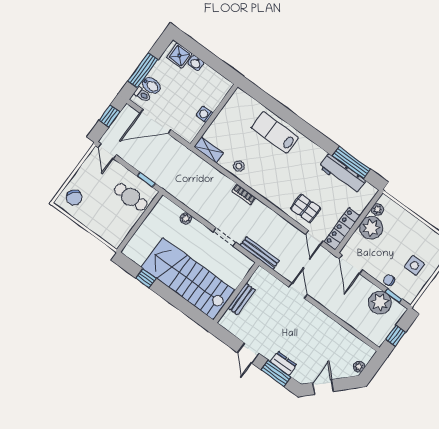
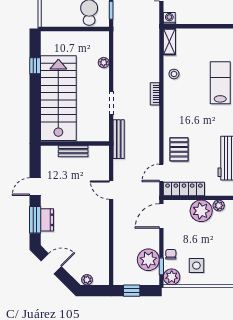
washing machine: (204, 114) -> (169, 18), moved
door: (298, 291) -> (111, 190), swing flipped
plant: (409, 293) -> (172, 277), added

